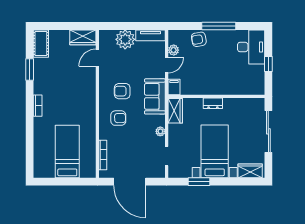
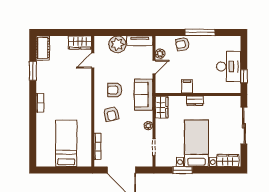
desk: (251, 47) -> (229, 66), moved
window: (268, 64) -> (244, 76), moved
filing cabinet: (174, 87) -> (187, 86), moved
armchair: (118, 118) -> (111, 114), turned 78

